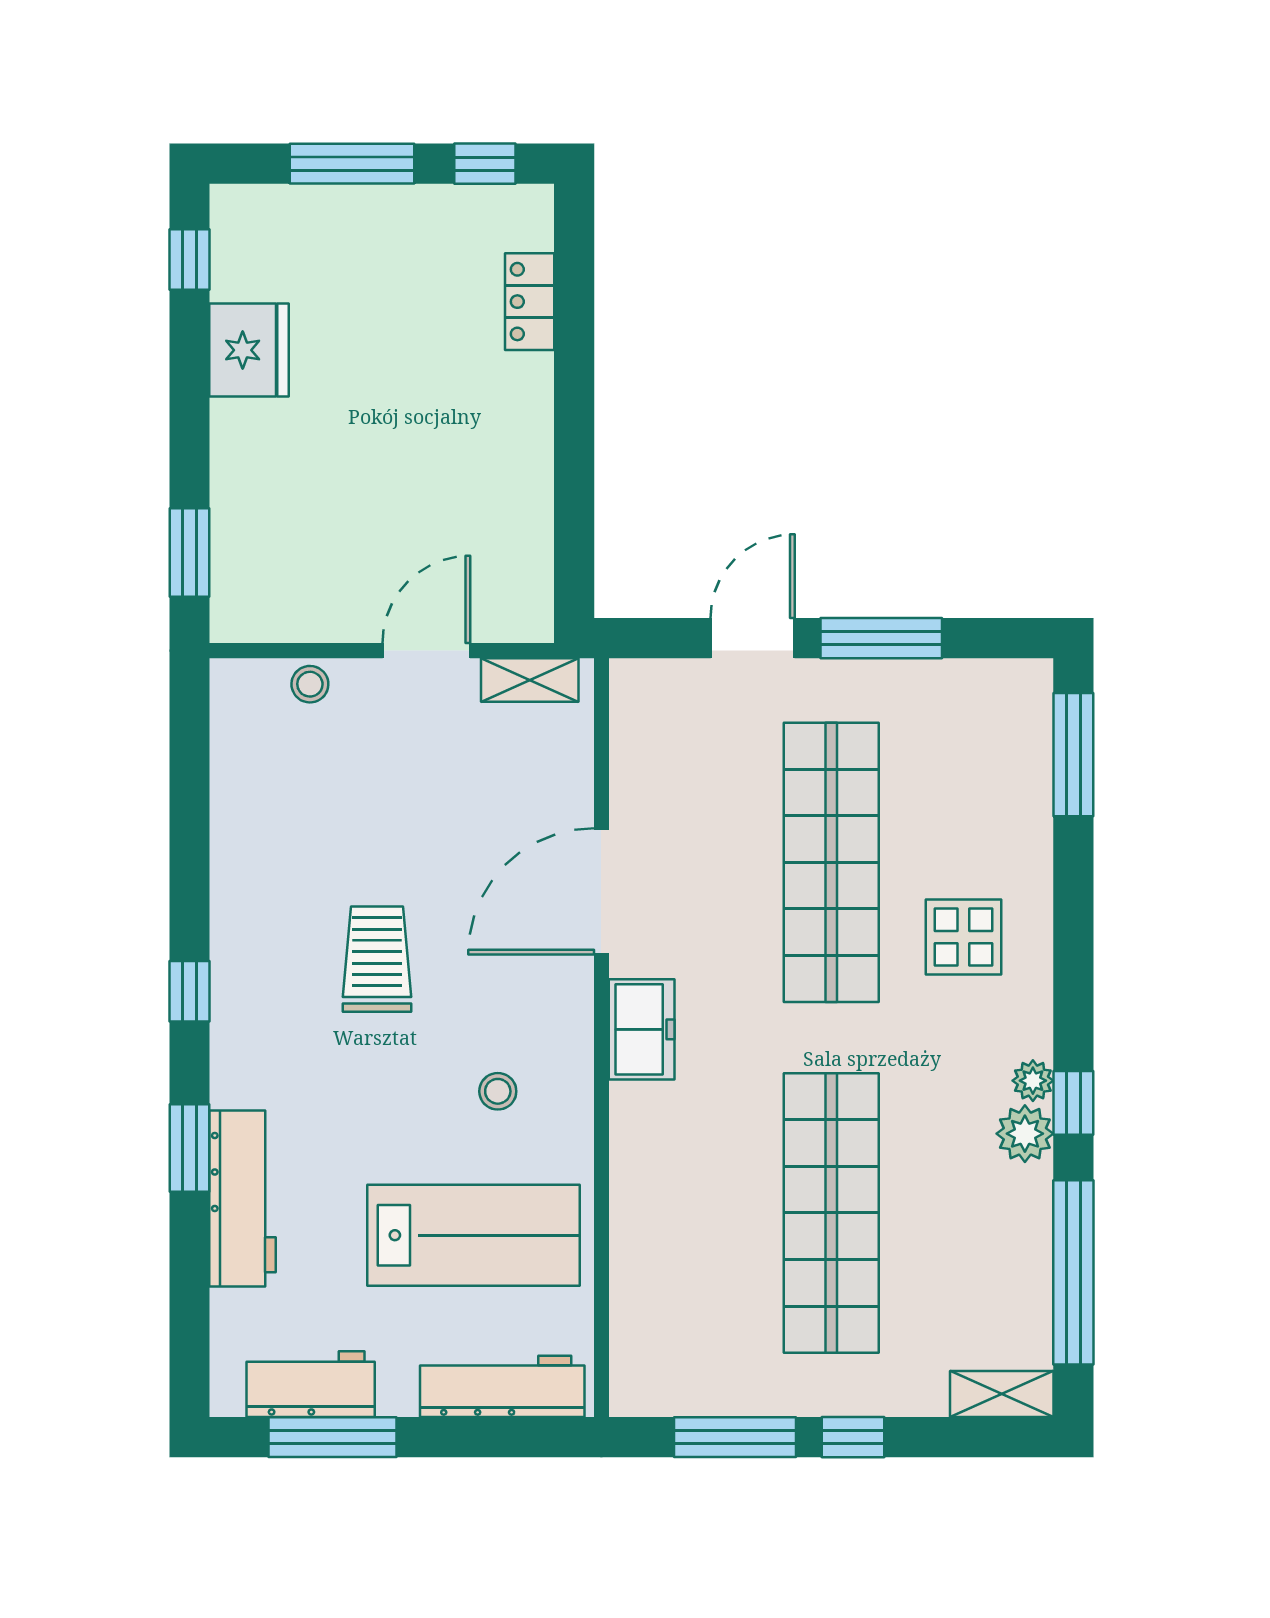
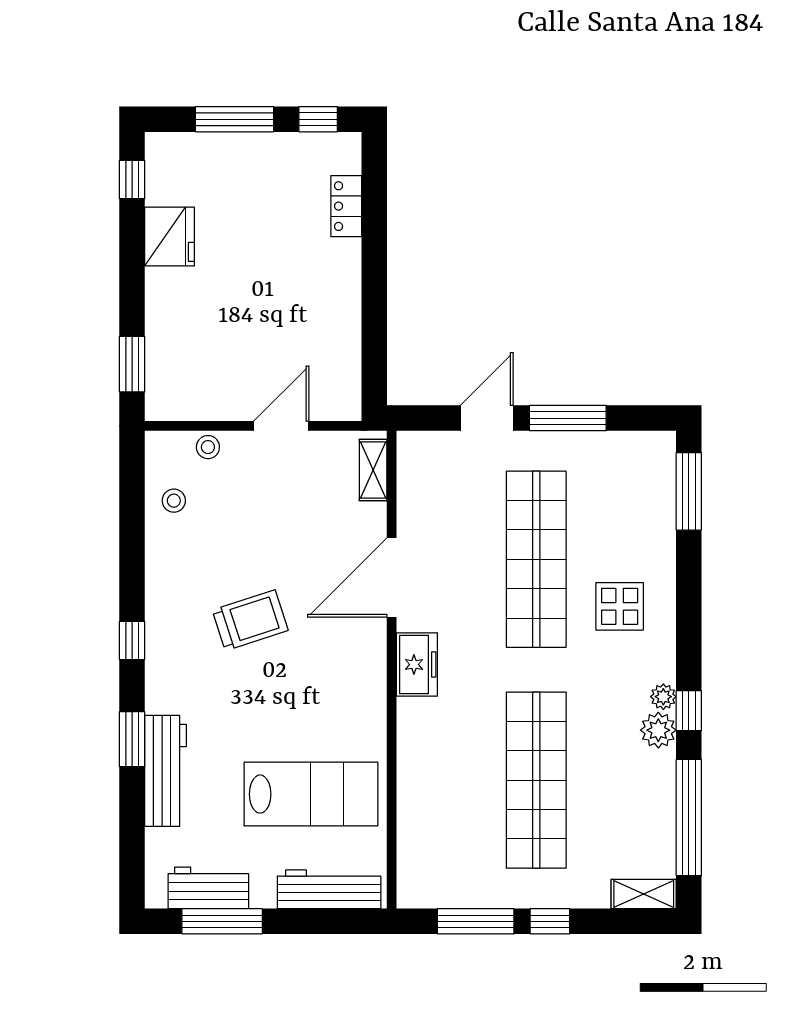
shelving: (530, 680) -> (373, 470), moved, turned 90
trolley: (377, 959) -> (250, 620), turned 72
stool: (498, 1091) -> (174, 501), moved

